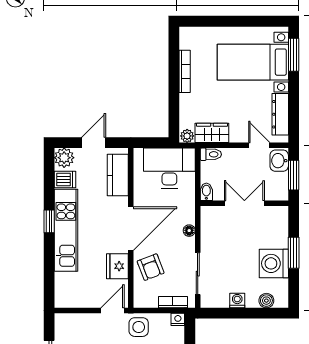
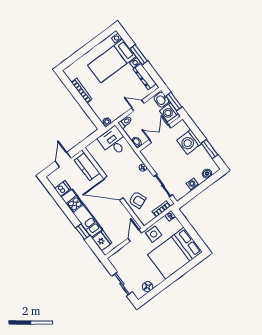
window: (294, 55) -> (139, 55), moved
wardrobe: (212, 133) -> (118, 111), removed
door: (259, 145) -> (138, 106), moved
plant: (64, 158) -> (54, 178), removed
desk: (169, 168) -> (113, 142), width x0.73
washing machine: (277, 184) -> (169, 112), added
window: (49, 221) -> (83, 232), moved
door: (131, 229) -> (113, 188), swing flipped
window: (294, 253) -> (209, 149), moved
washing machine: (274, 263) -> (189, 142), moved
fridge: (117, 266) -> (102, 241), moved, turned 180

